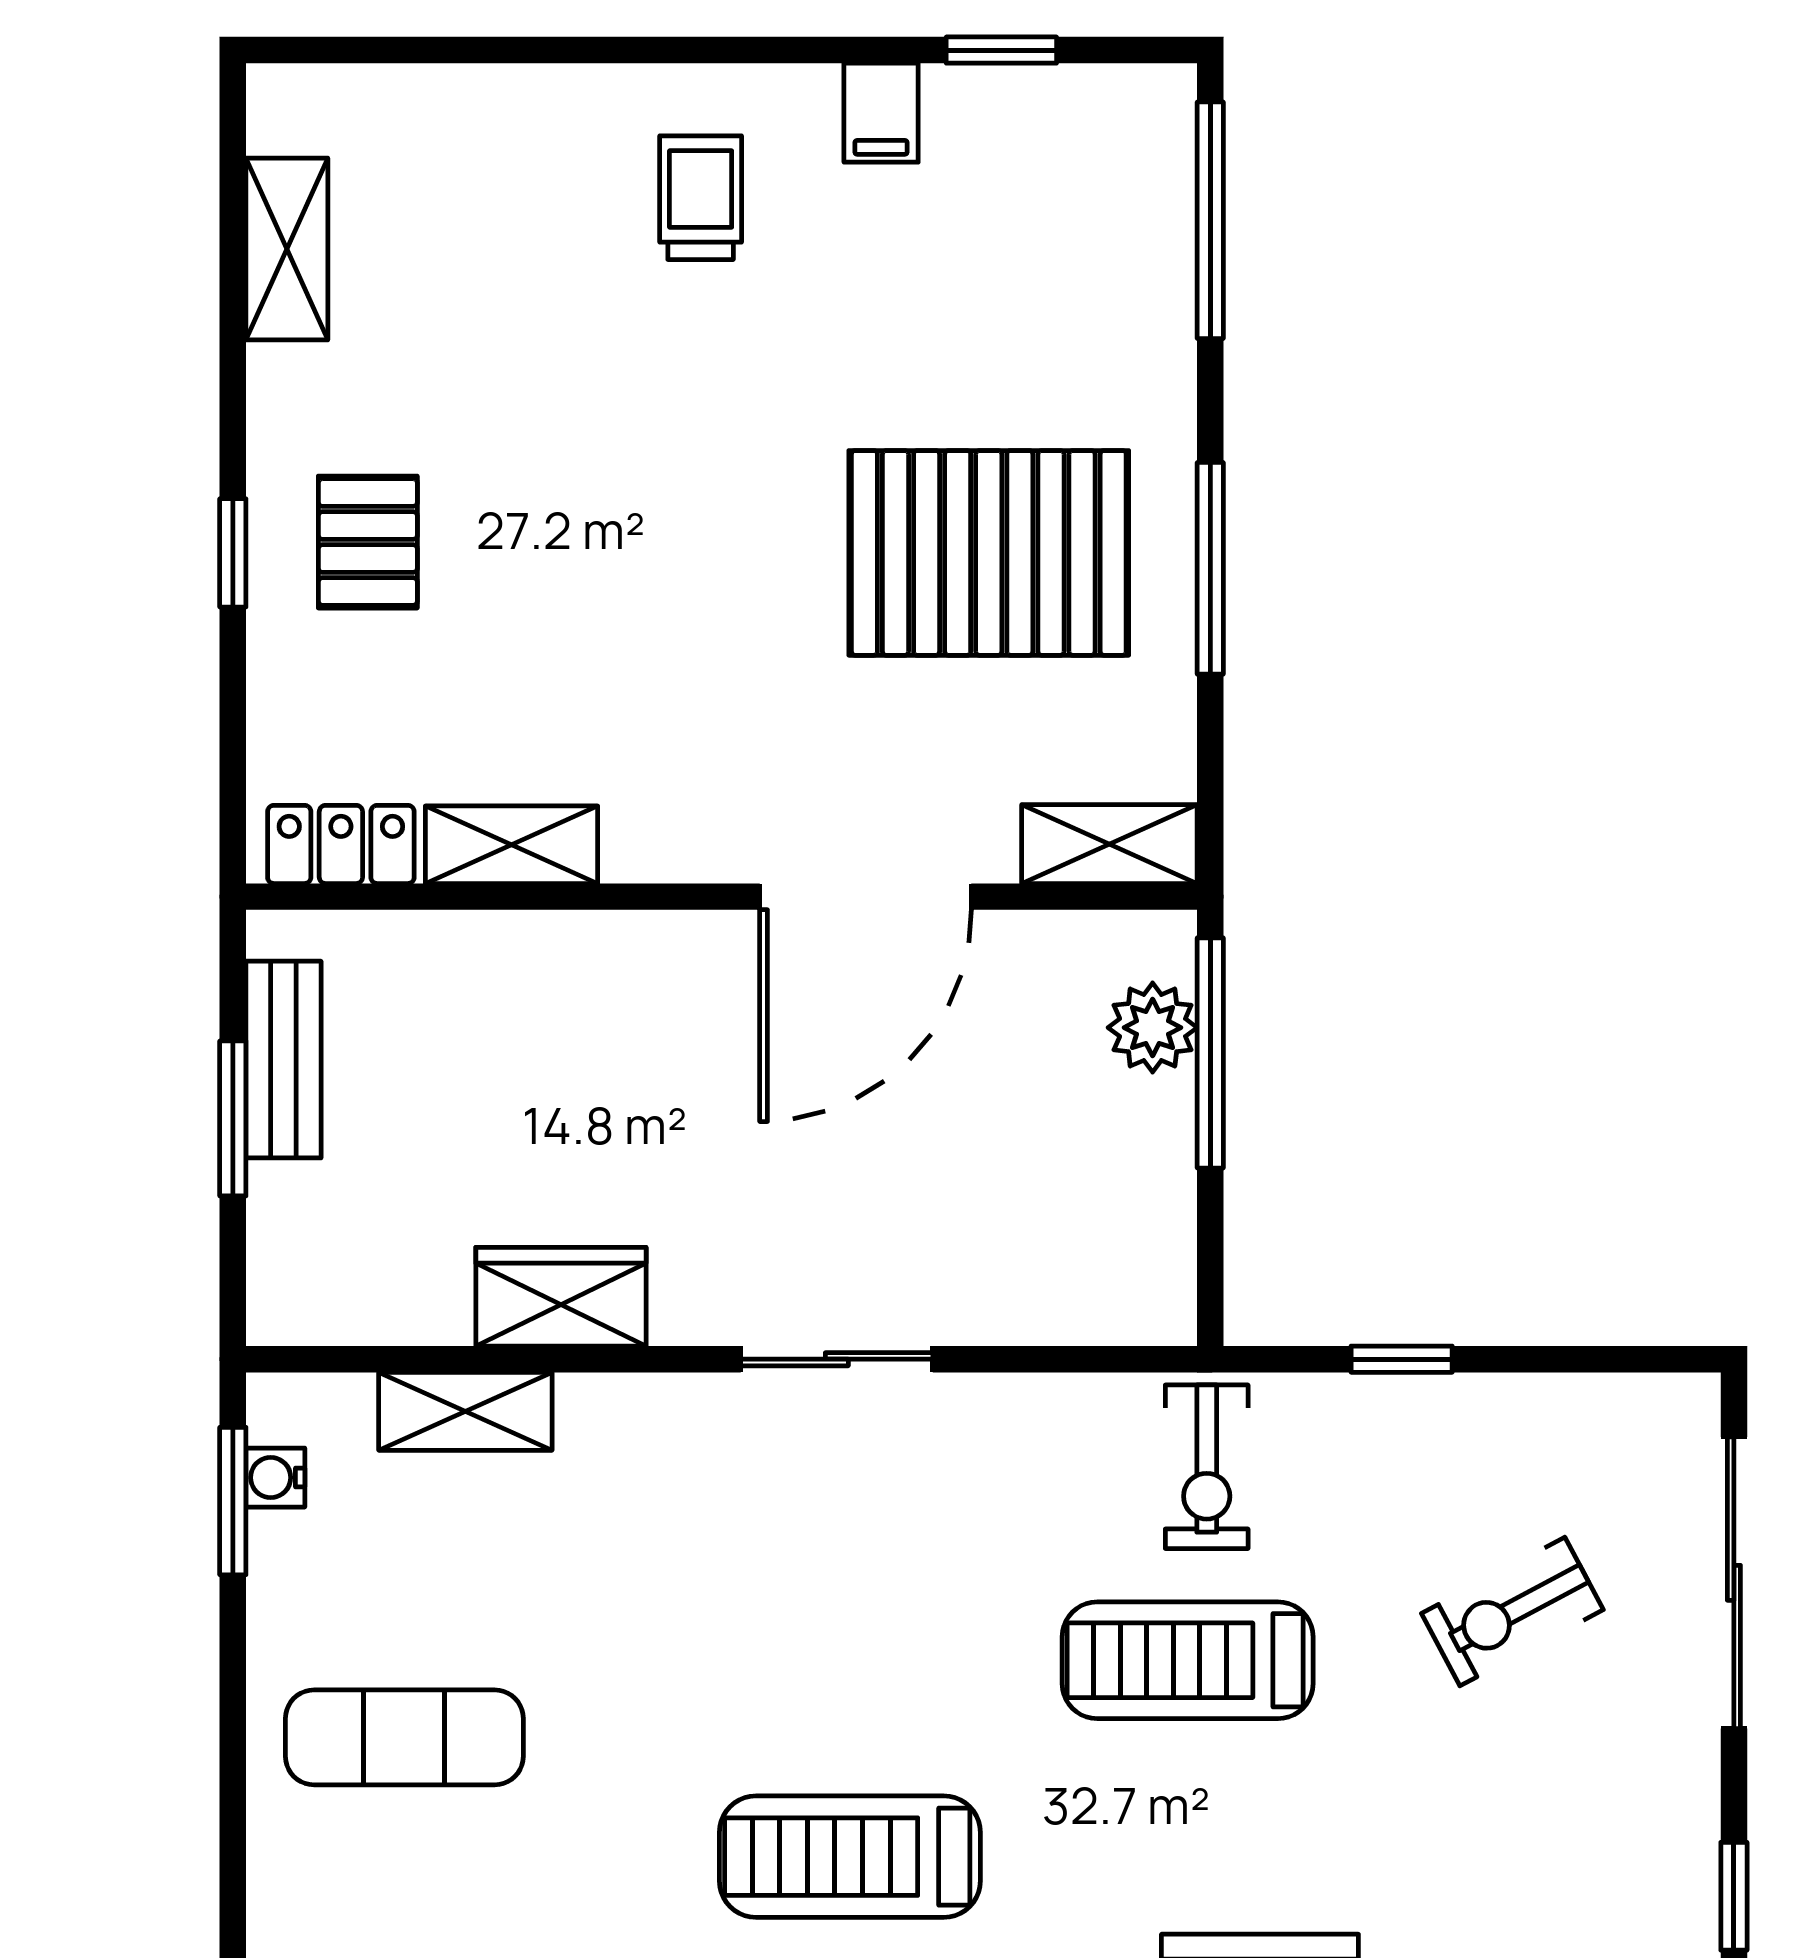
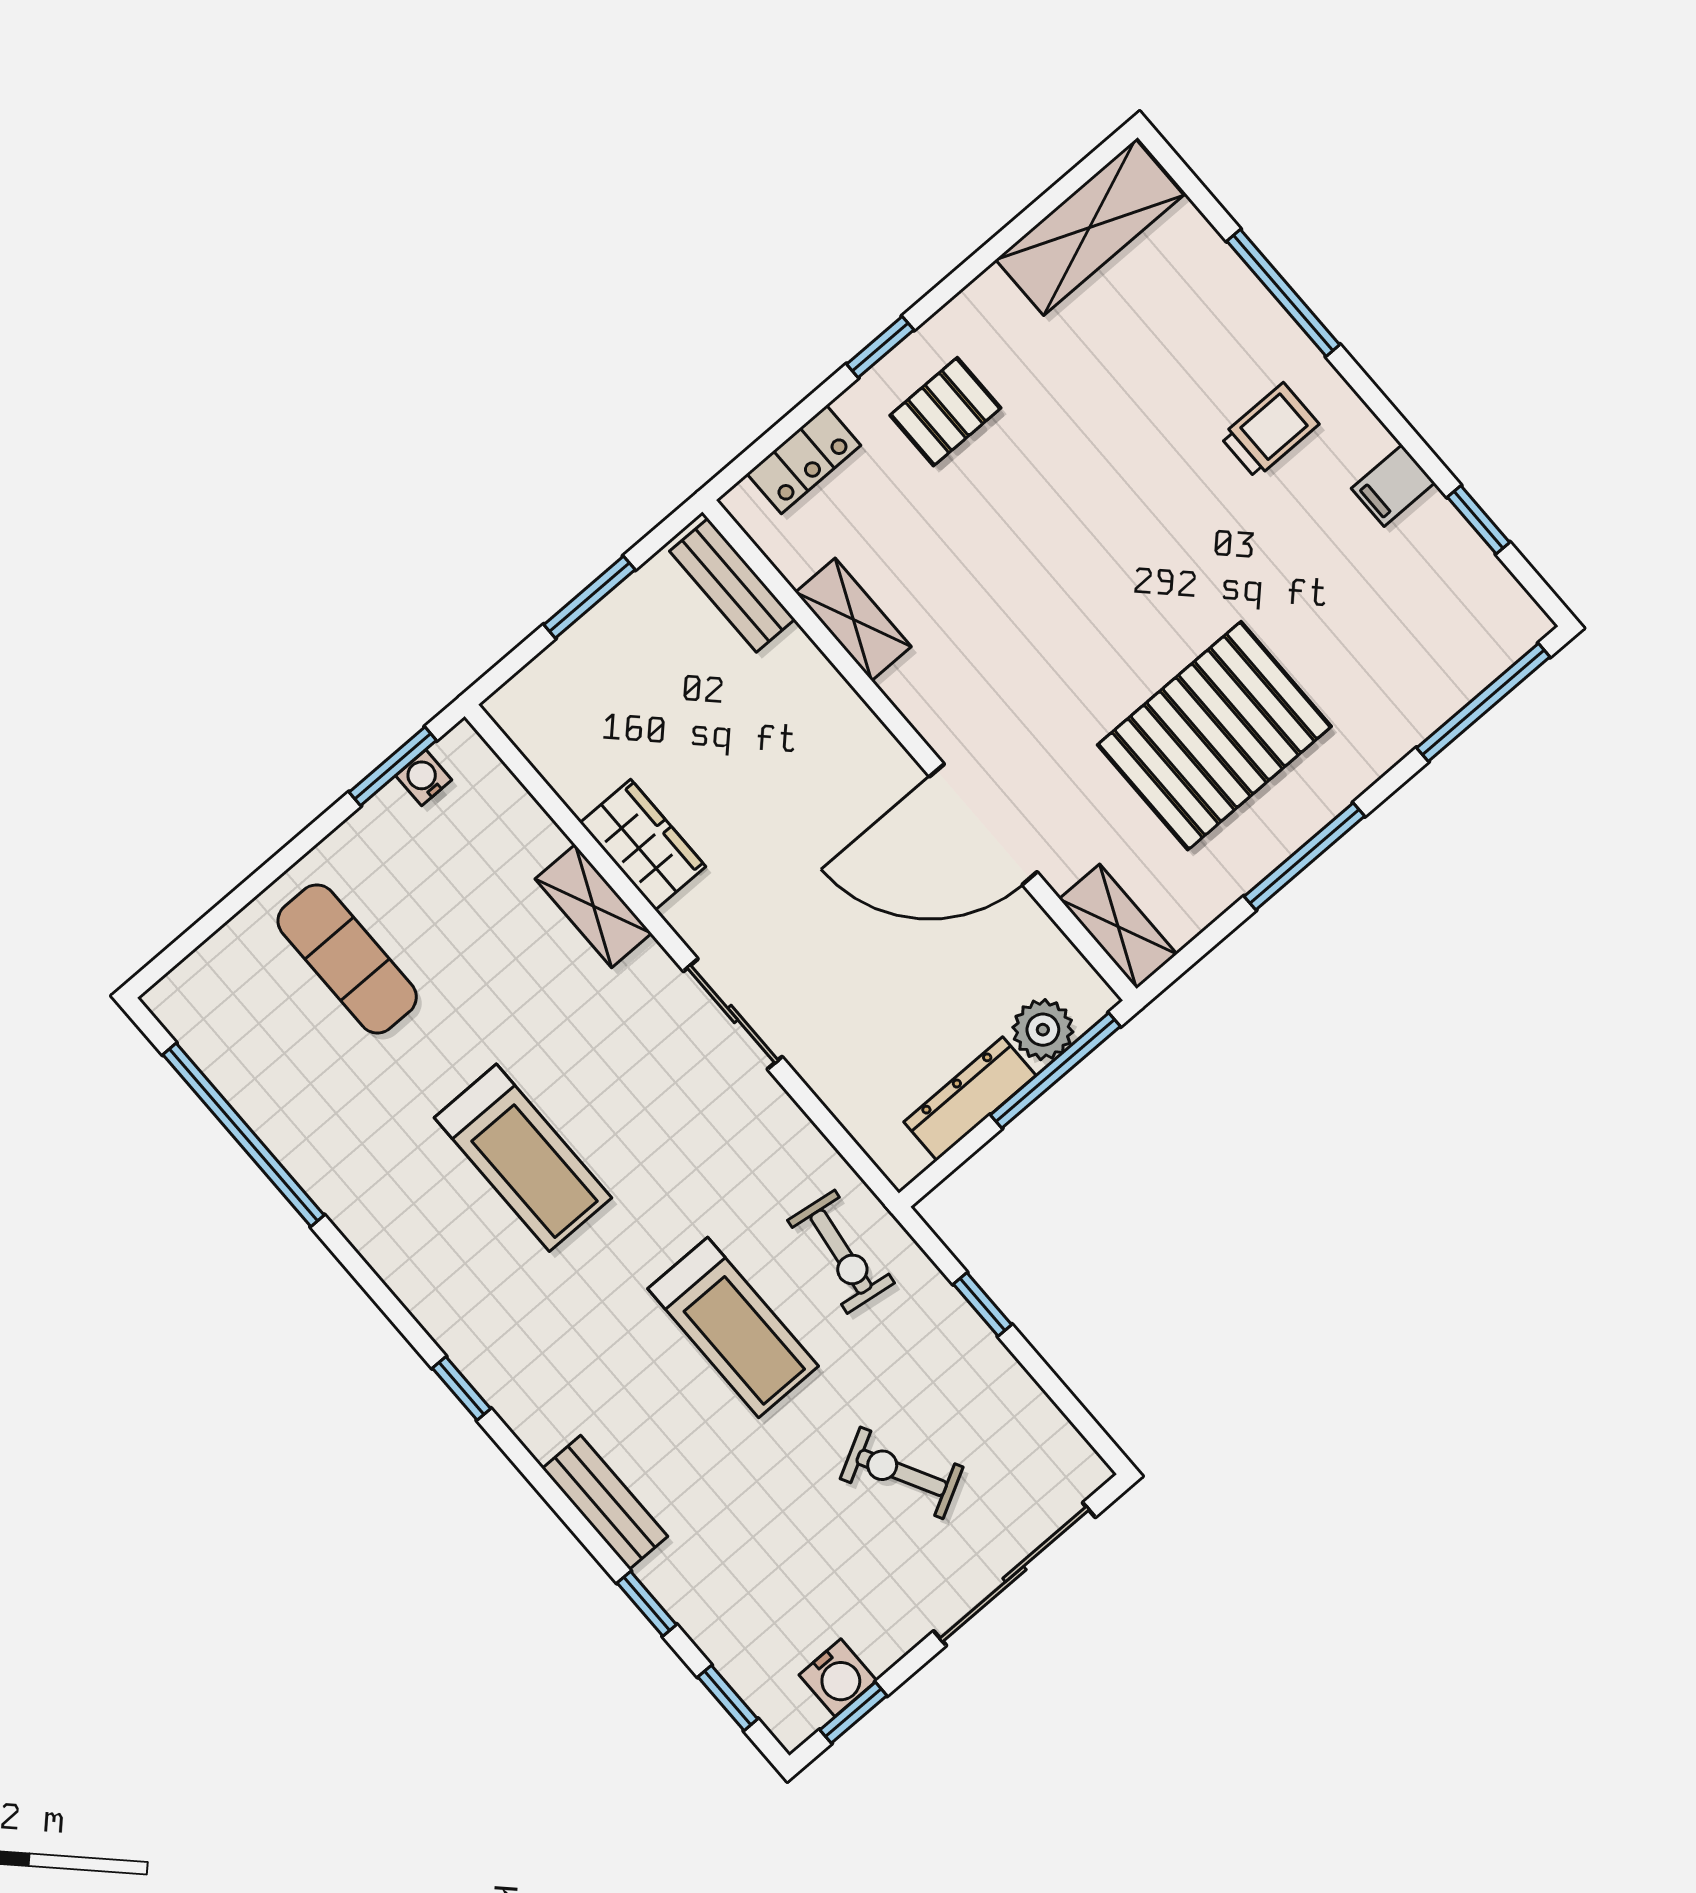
window: (560, 50) -> (1283, 293), added
shelving: (287, 249) -> (1090, 227), width x1.50, depth x1.33
pallet: (989, 553) -> (1214, 736), turned 90
locker: (341, 844) -> (804, 459), moved, turned 90
bench: (283, 1060) -> (732, 585), moved, turned 90
dresser: (1159, 1176) -> (970, 1099), added
shelving: (465, 1411) -> (593, 906), moved
exercise bike: (1207, 1467) -> (841, 1252), turned -82
treadmill: (1188, 1660) -> (733, 1327), turned 180
treadmill: (850, 1857) -> (523, 1158), moved, turned 180
water cooler: (1680, 1880) -> (838, 1678), added

